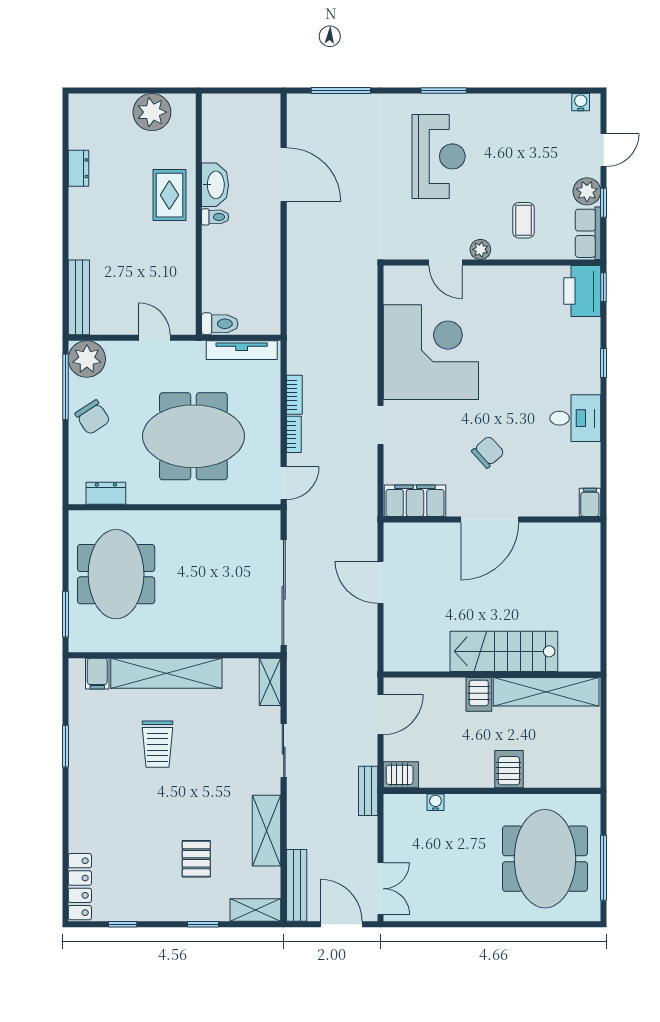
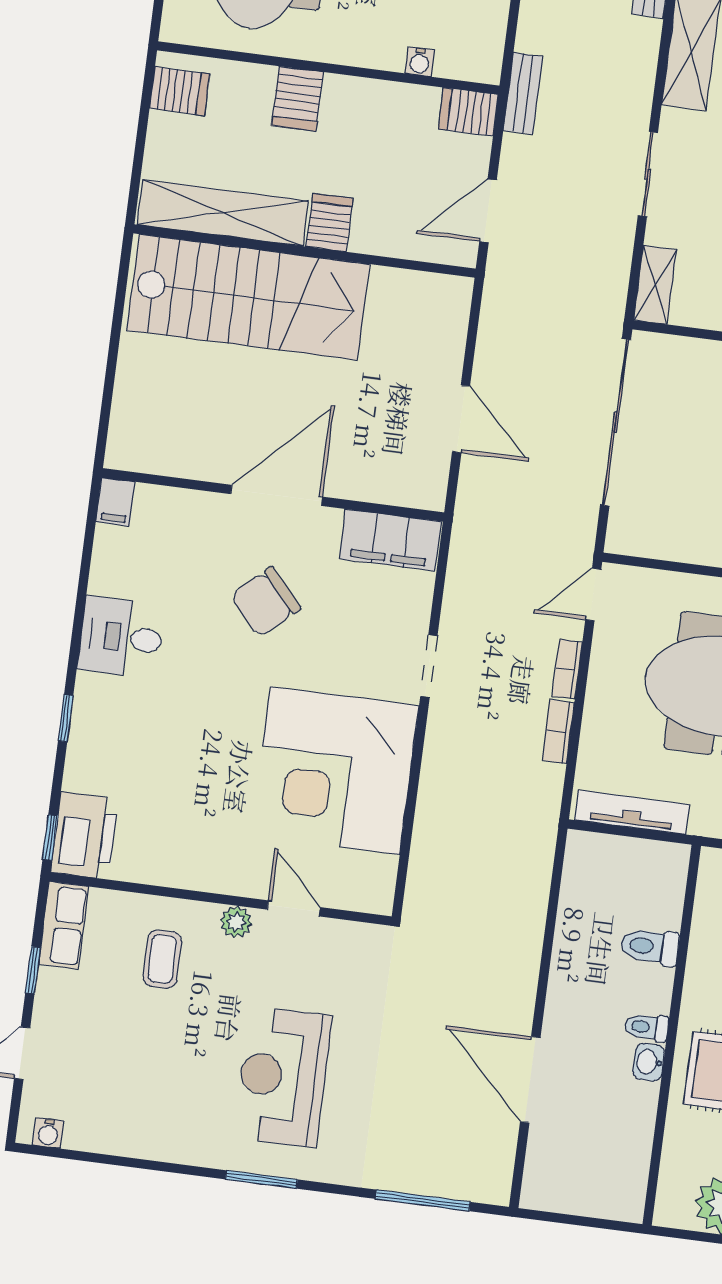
washbasin: (215, 185) -> (649, 1062), width x0.52, depth x0.69
plant: (587, 191) -> (57, 992), removed
toilet: (220, 324) -> (650, 946), moved
chair: (488, 452) -> (266, 602), width x1.37, depth x1.37
stairs: (504, 651) -> (248, 297), width x1.36, depth x1.51
server rack: (583, 764) -> (180, 91), added

